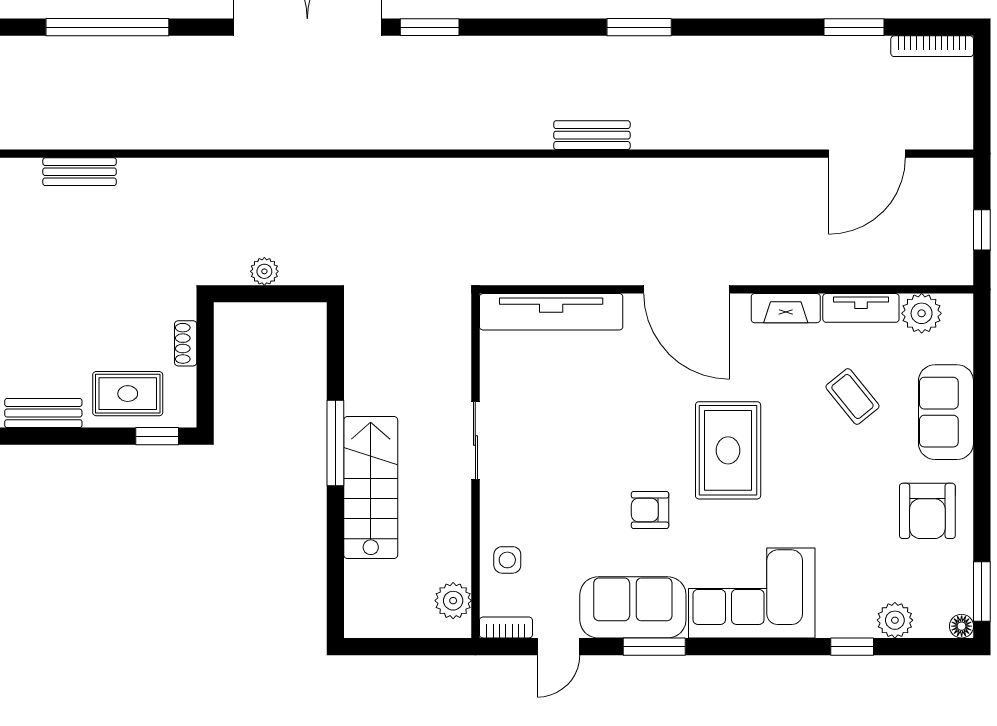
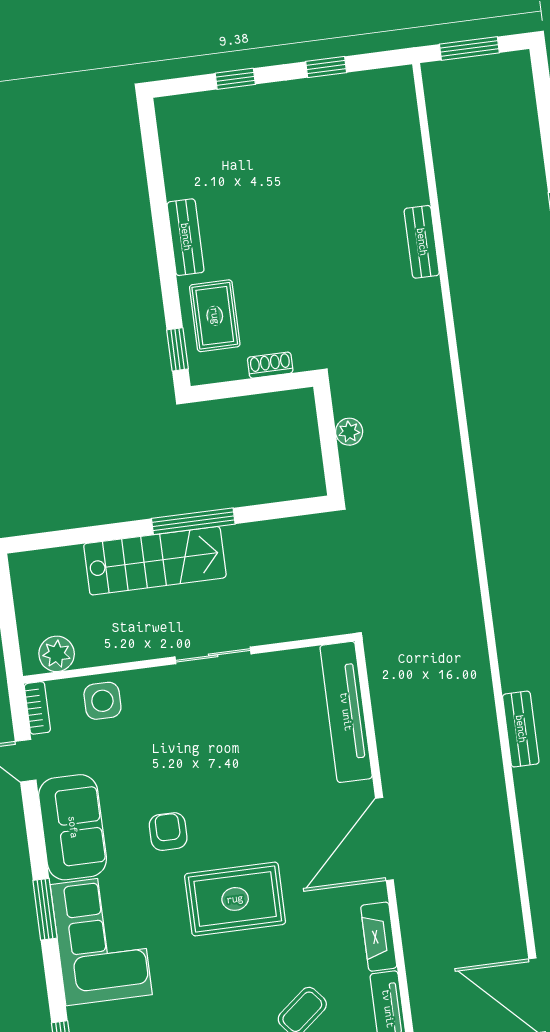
side table: (507, 560) -> (102, 701), width x1.37, depth x1.37
window: (654, 647) -> (45, 909), moved

